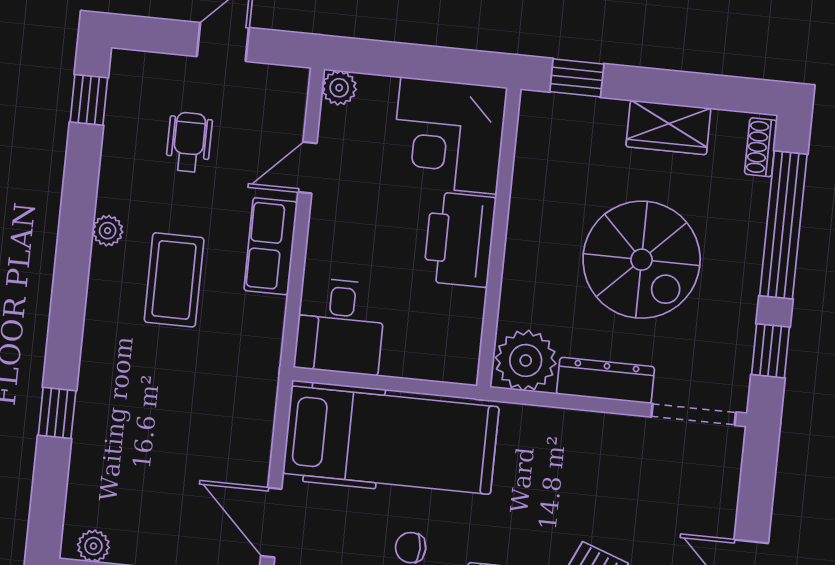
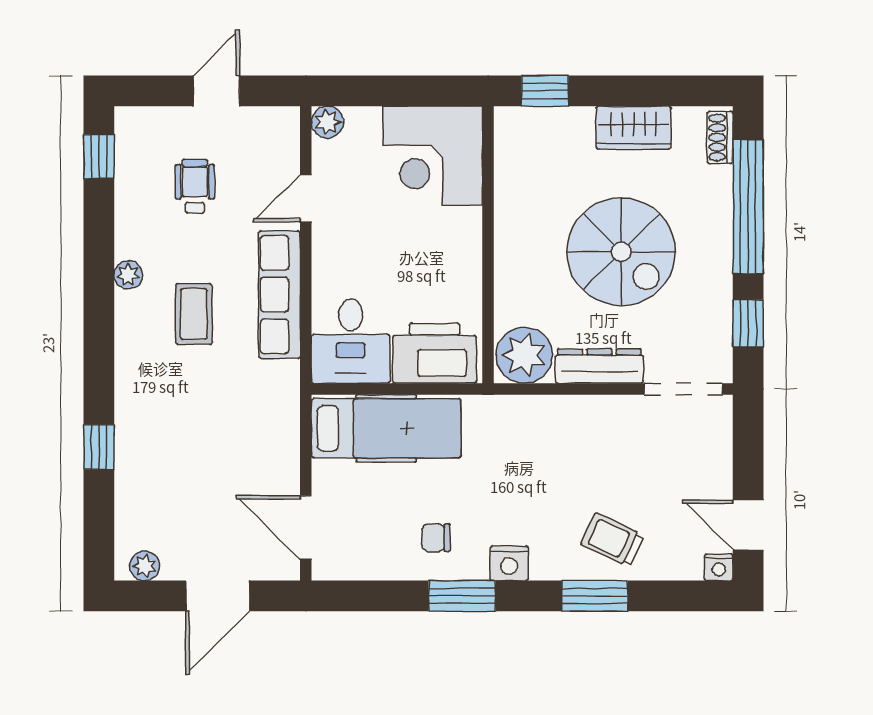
printer: (460, 239) -> (435, 353), moved, turned 90
row of seats: (271, 246) -> (279, 295), width x1.48
coffee table: (174, 280) -> (194, 314), width x0.73, depth x0.77
hospital bed: (391, 440) -> (386, 428), width x0.73, depth x0.78

